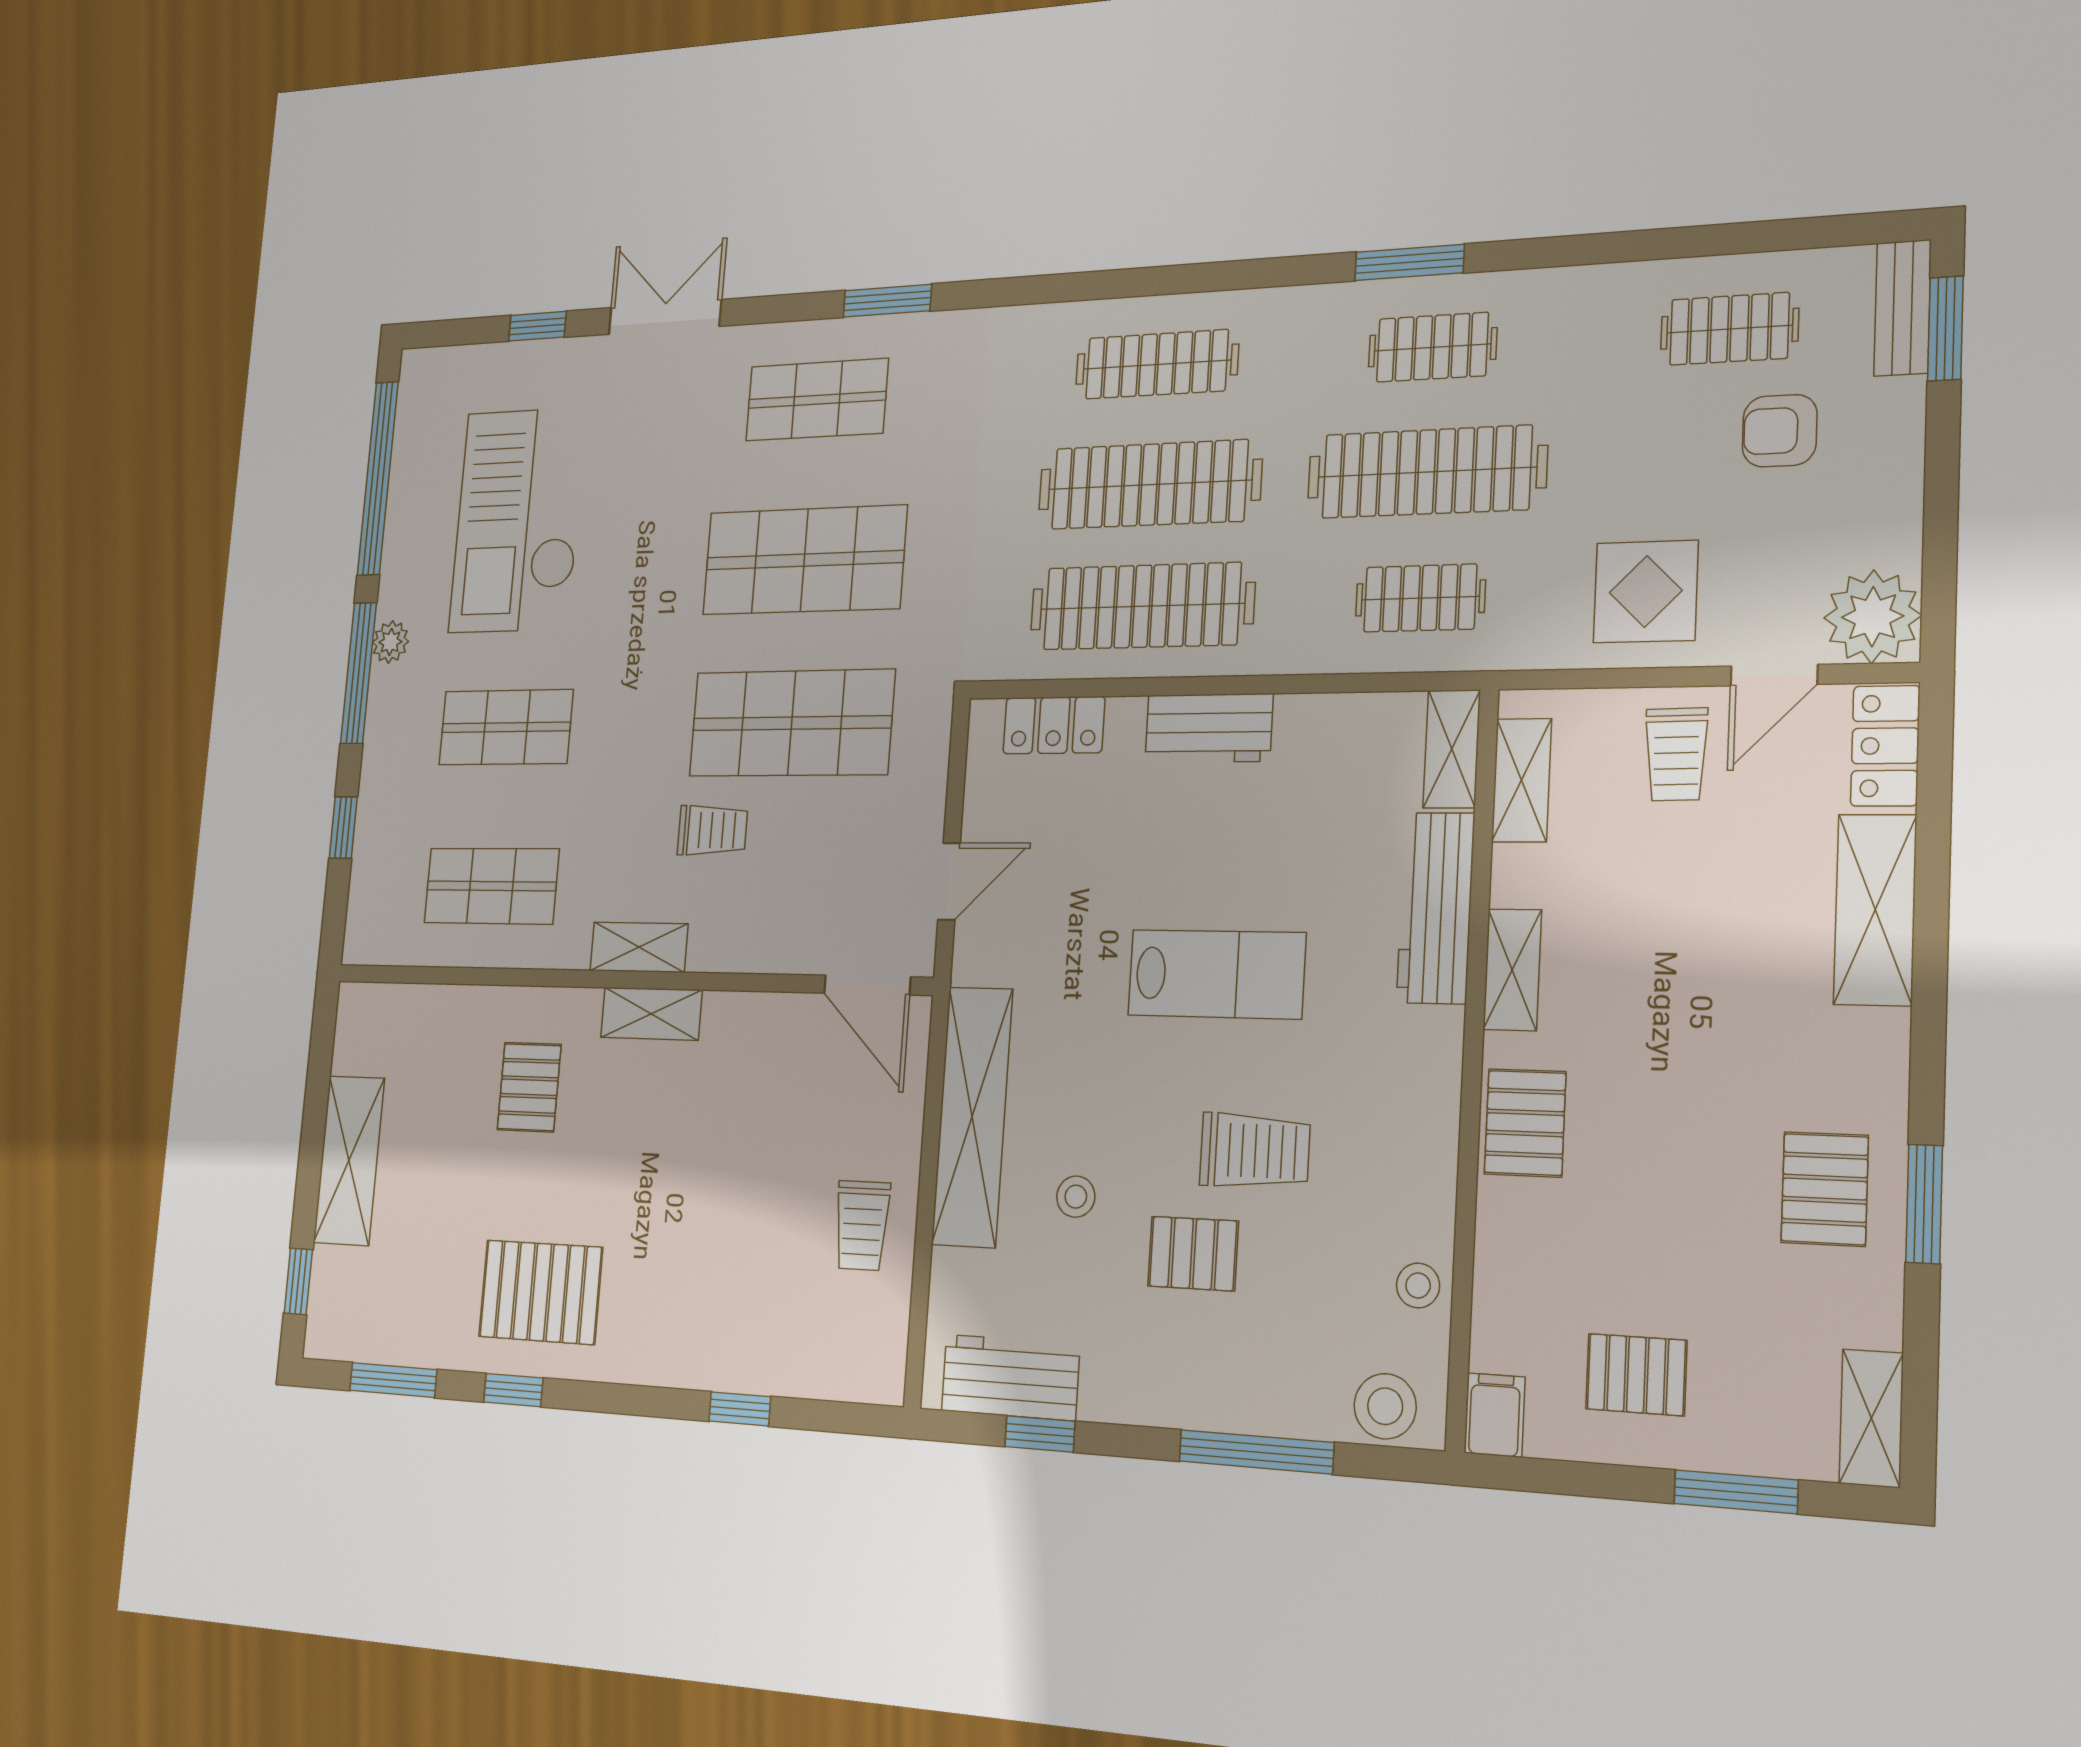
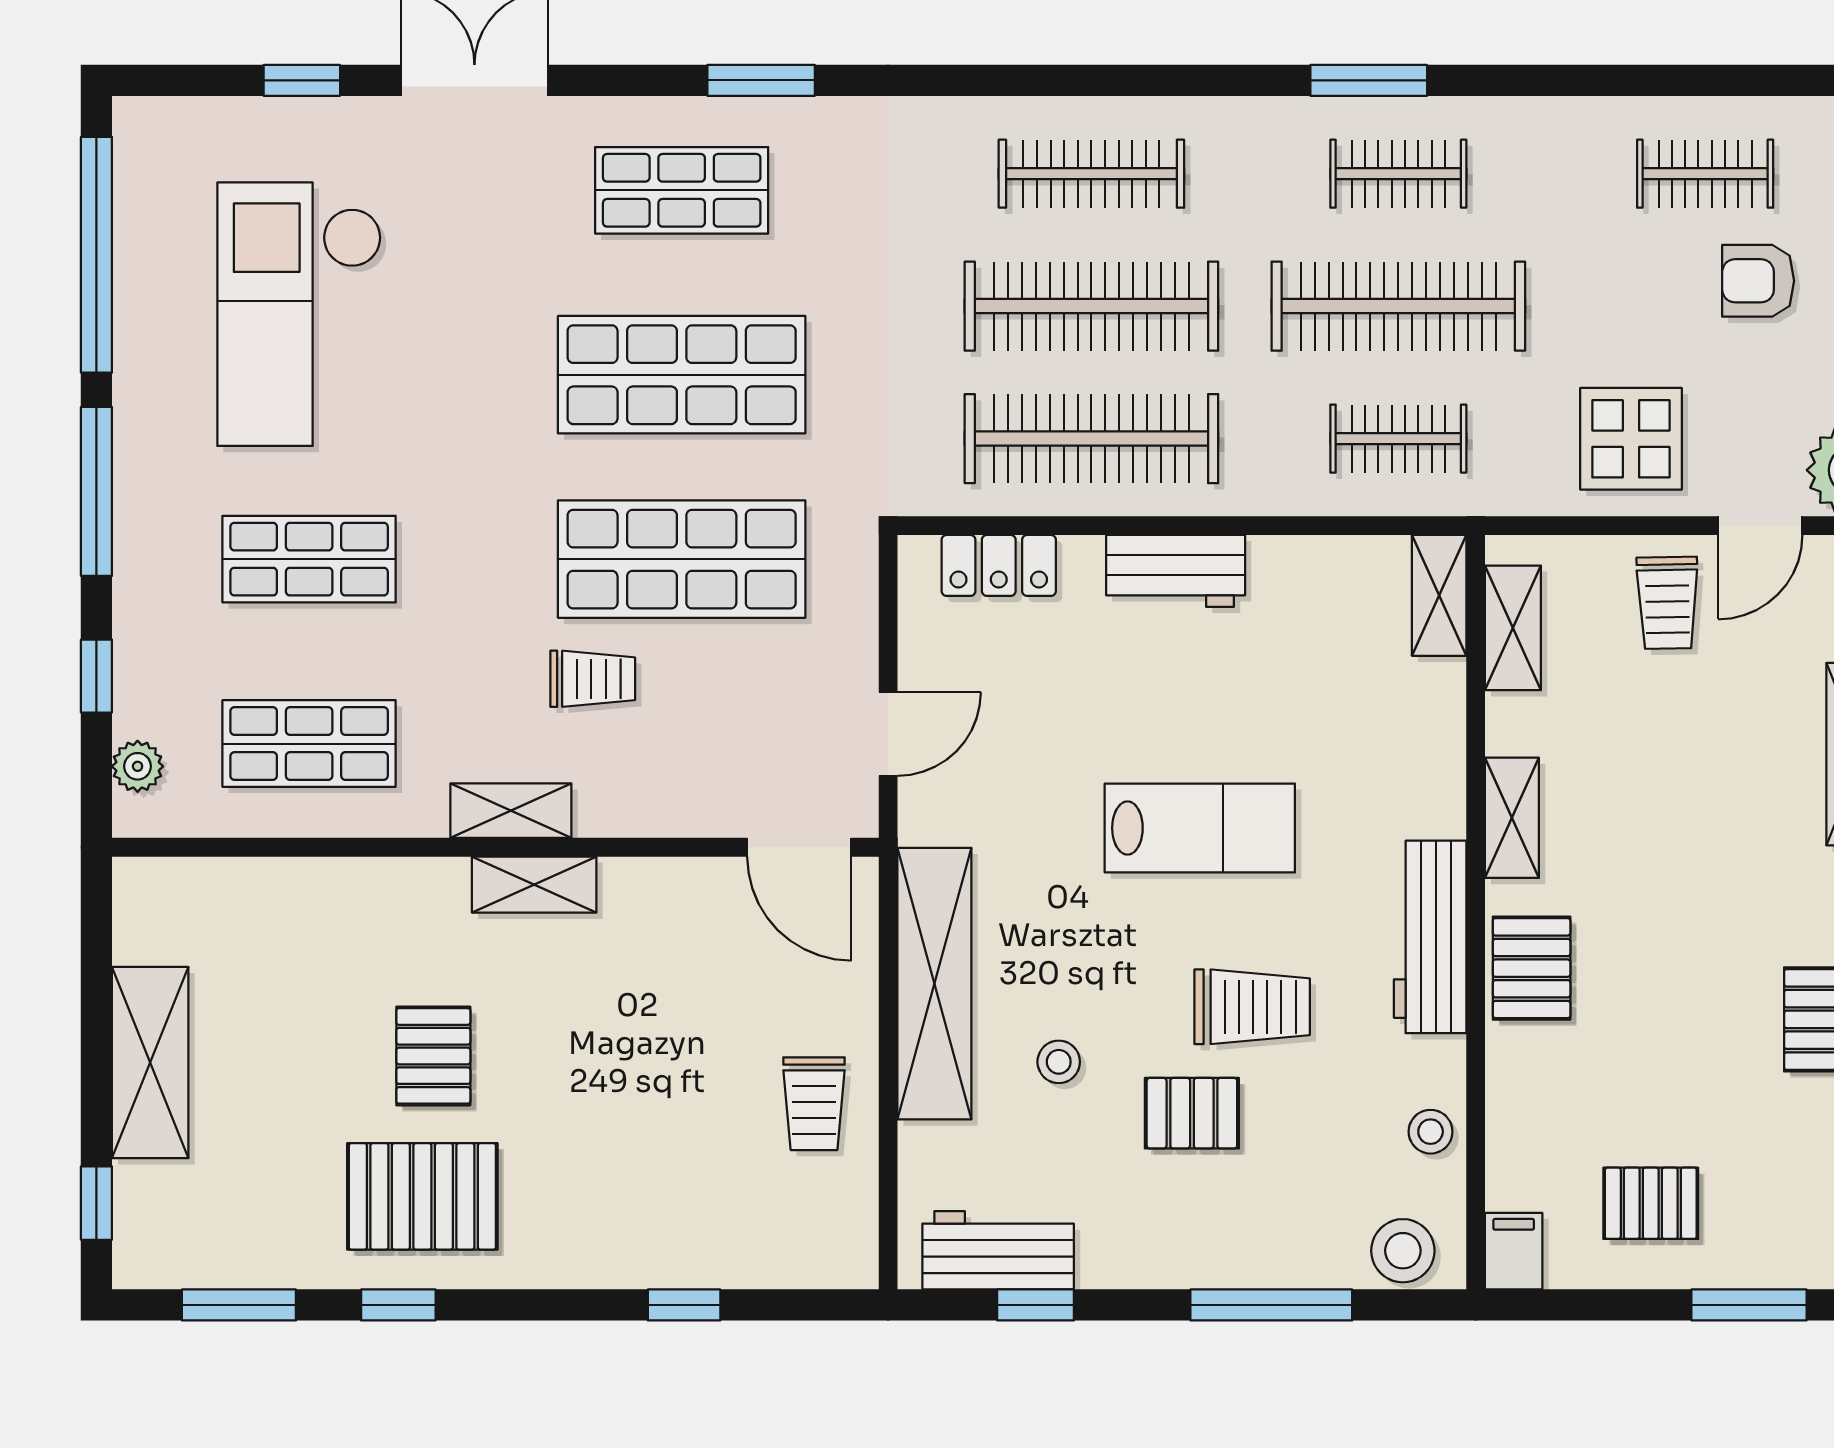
plant: (390, 642) -> (138, 766), moved
workbench: (1436, 908) -> (1430, 937), moved
pallet: (529, 1087) -> (433, 1056), moved

